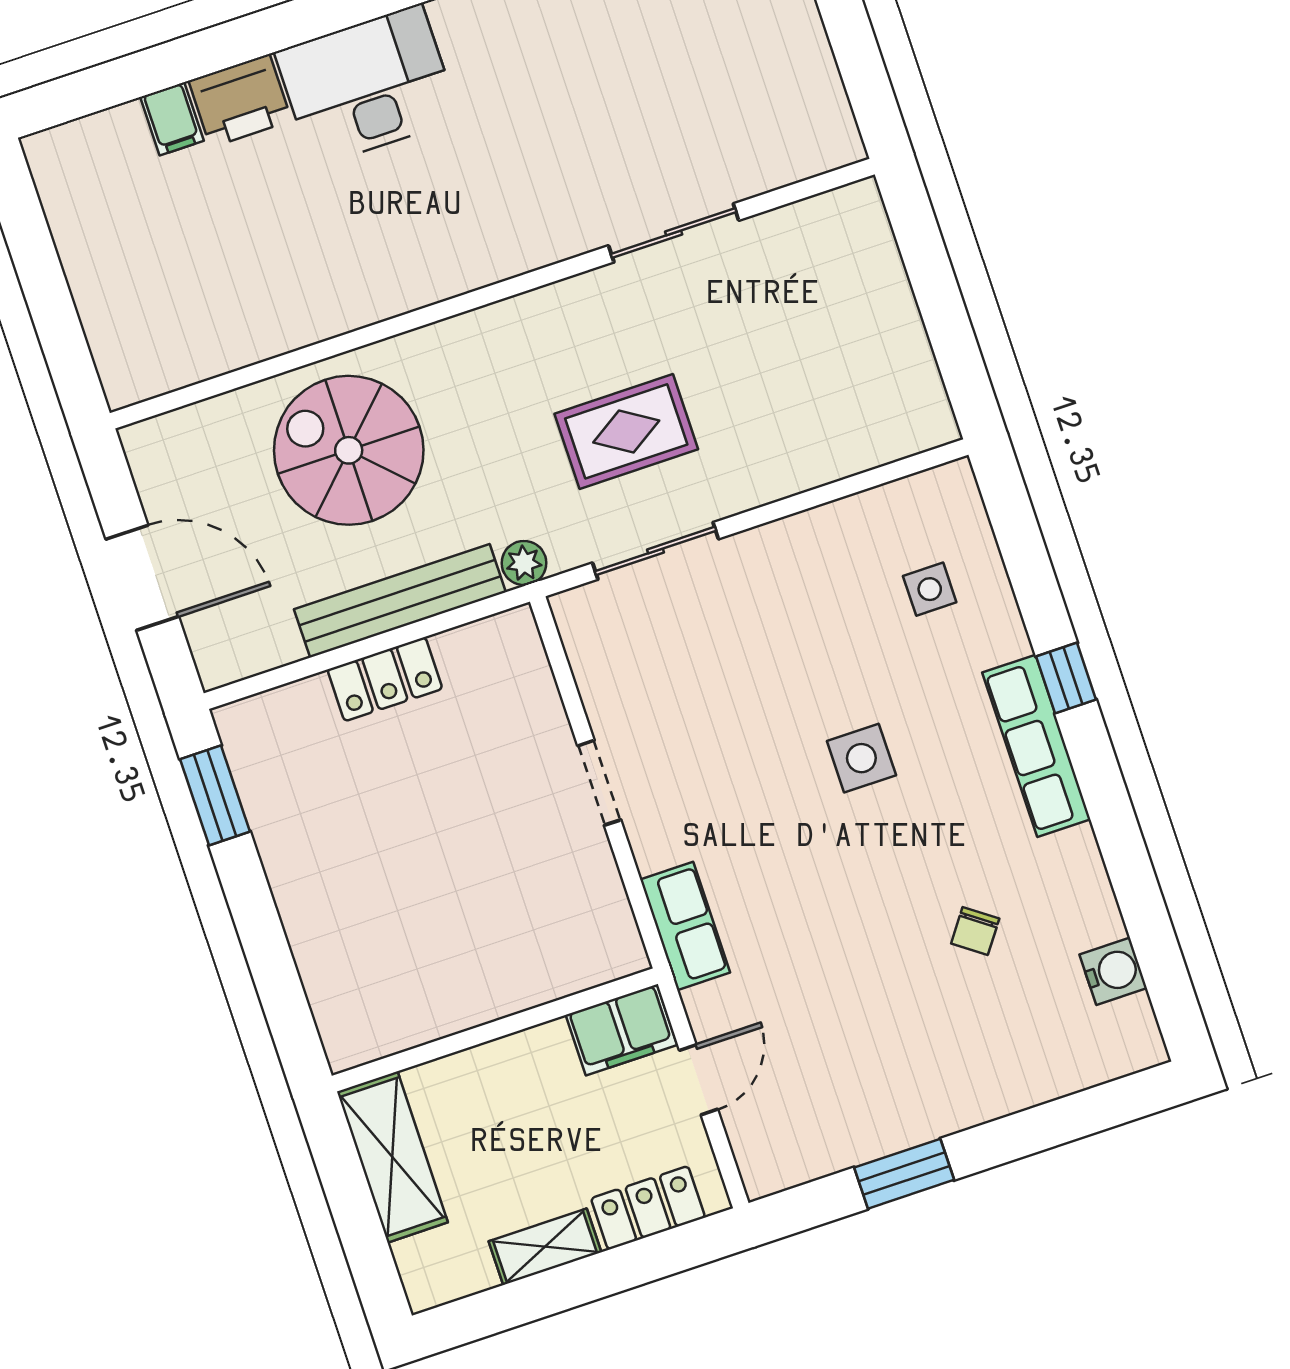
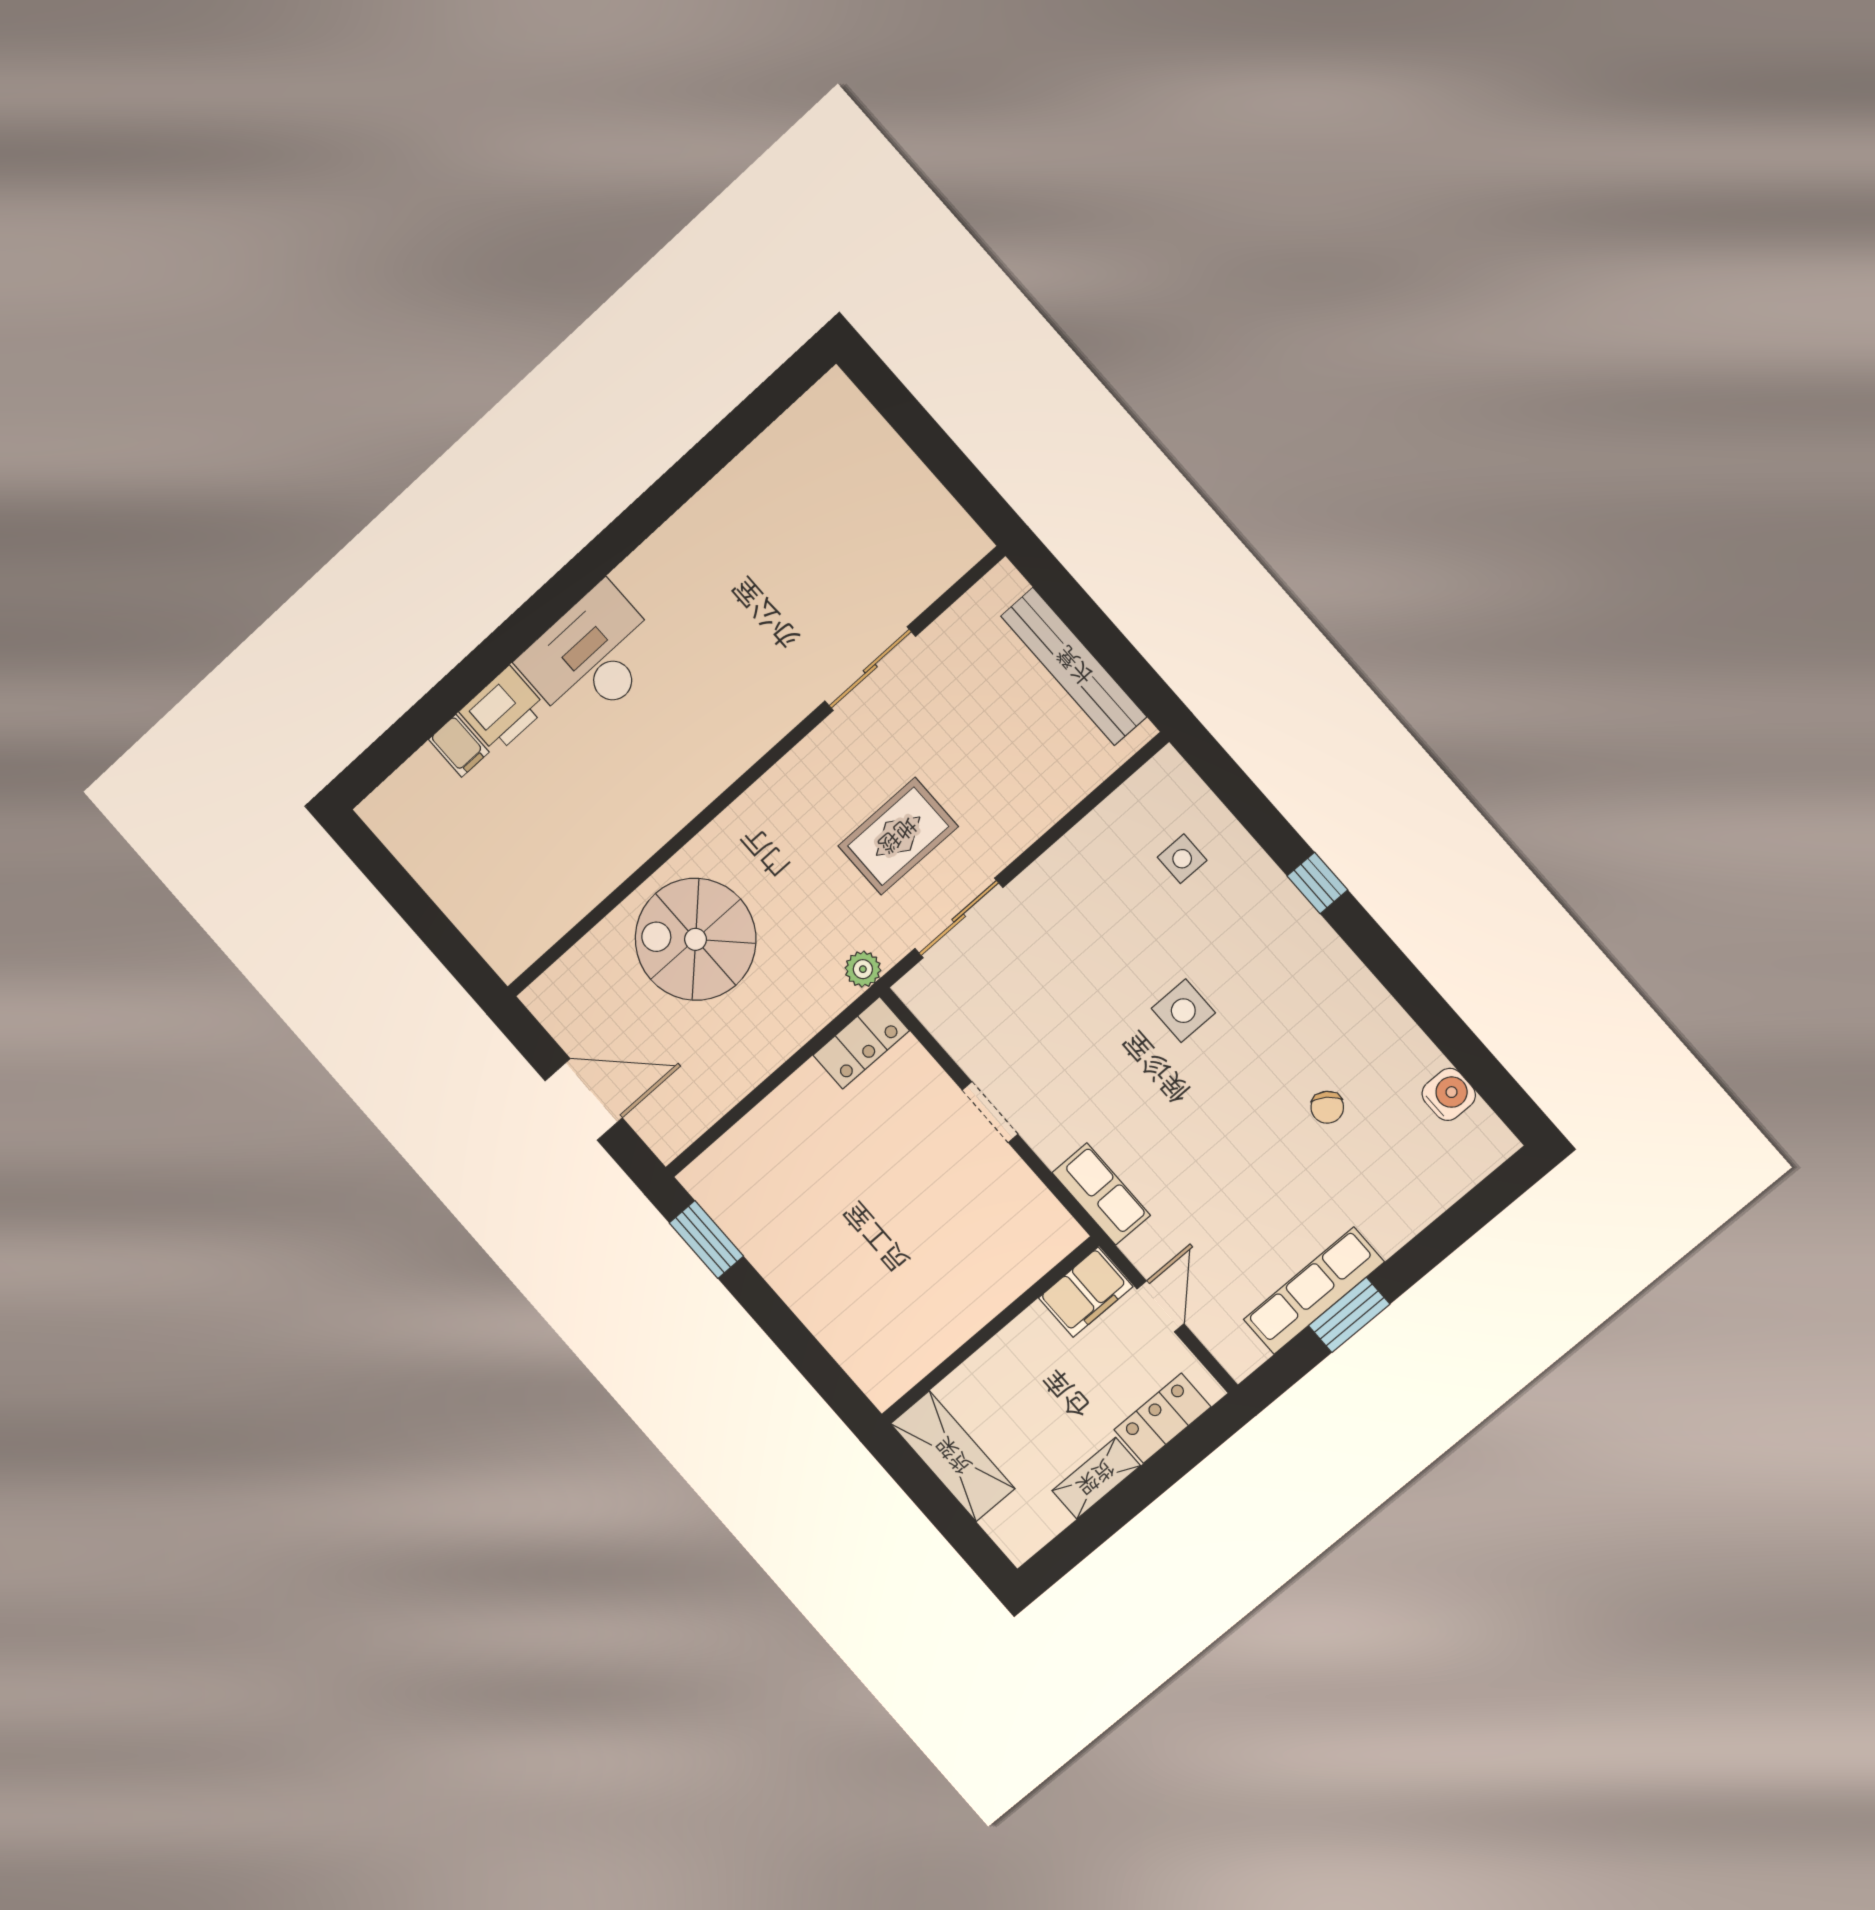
bench: (400, 601) -> (1074, 666), moved, turned 90
locker: (385, 679) -> (861, 1043), moved
row of seats: (1036, 746) -> (1314, 1291), moved, turned 90

